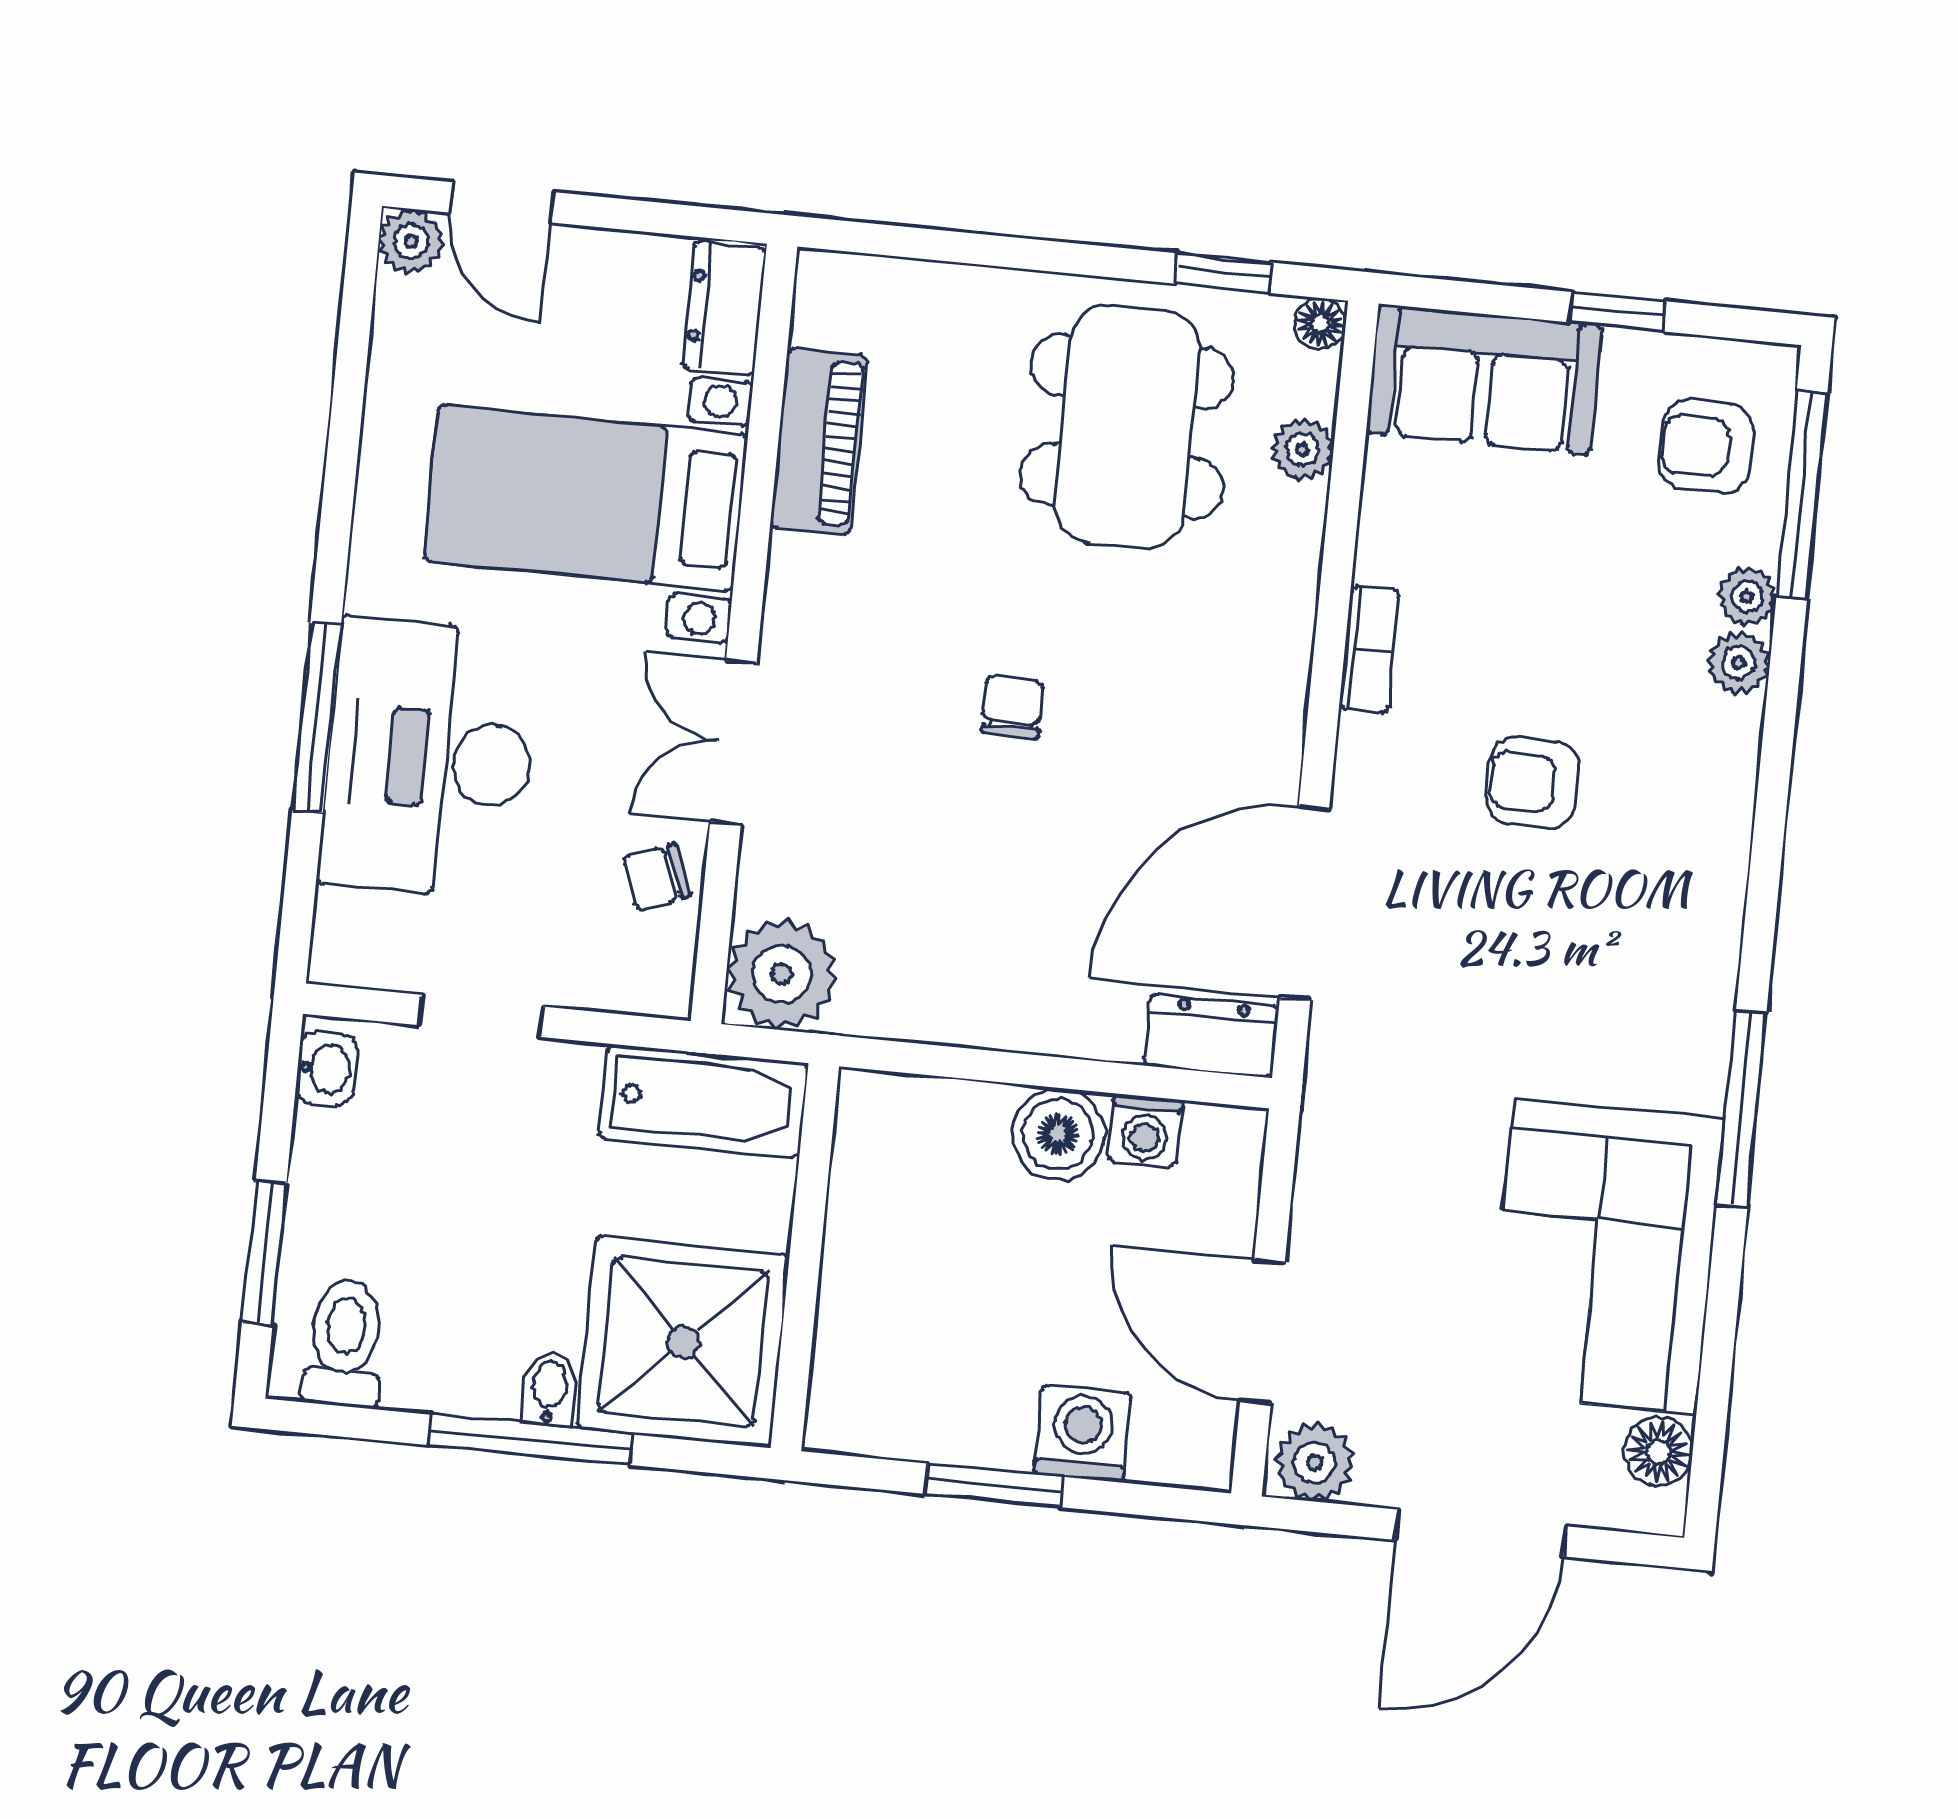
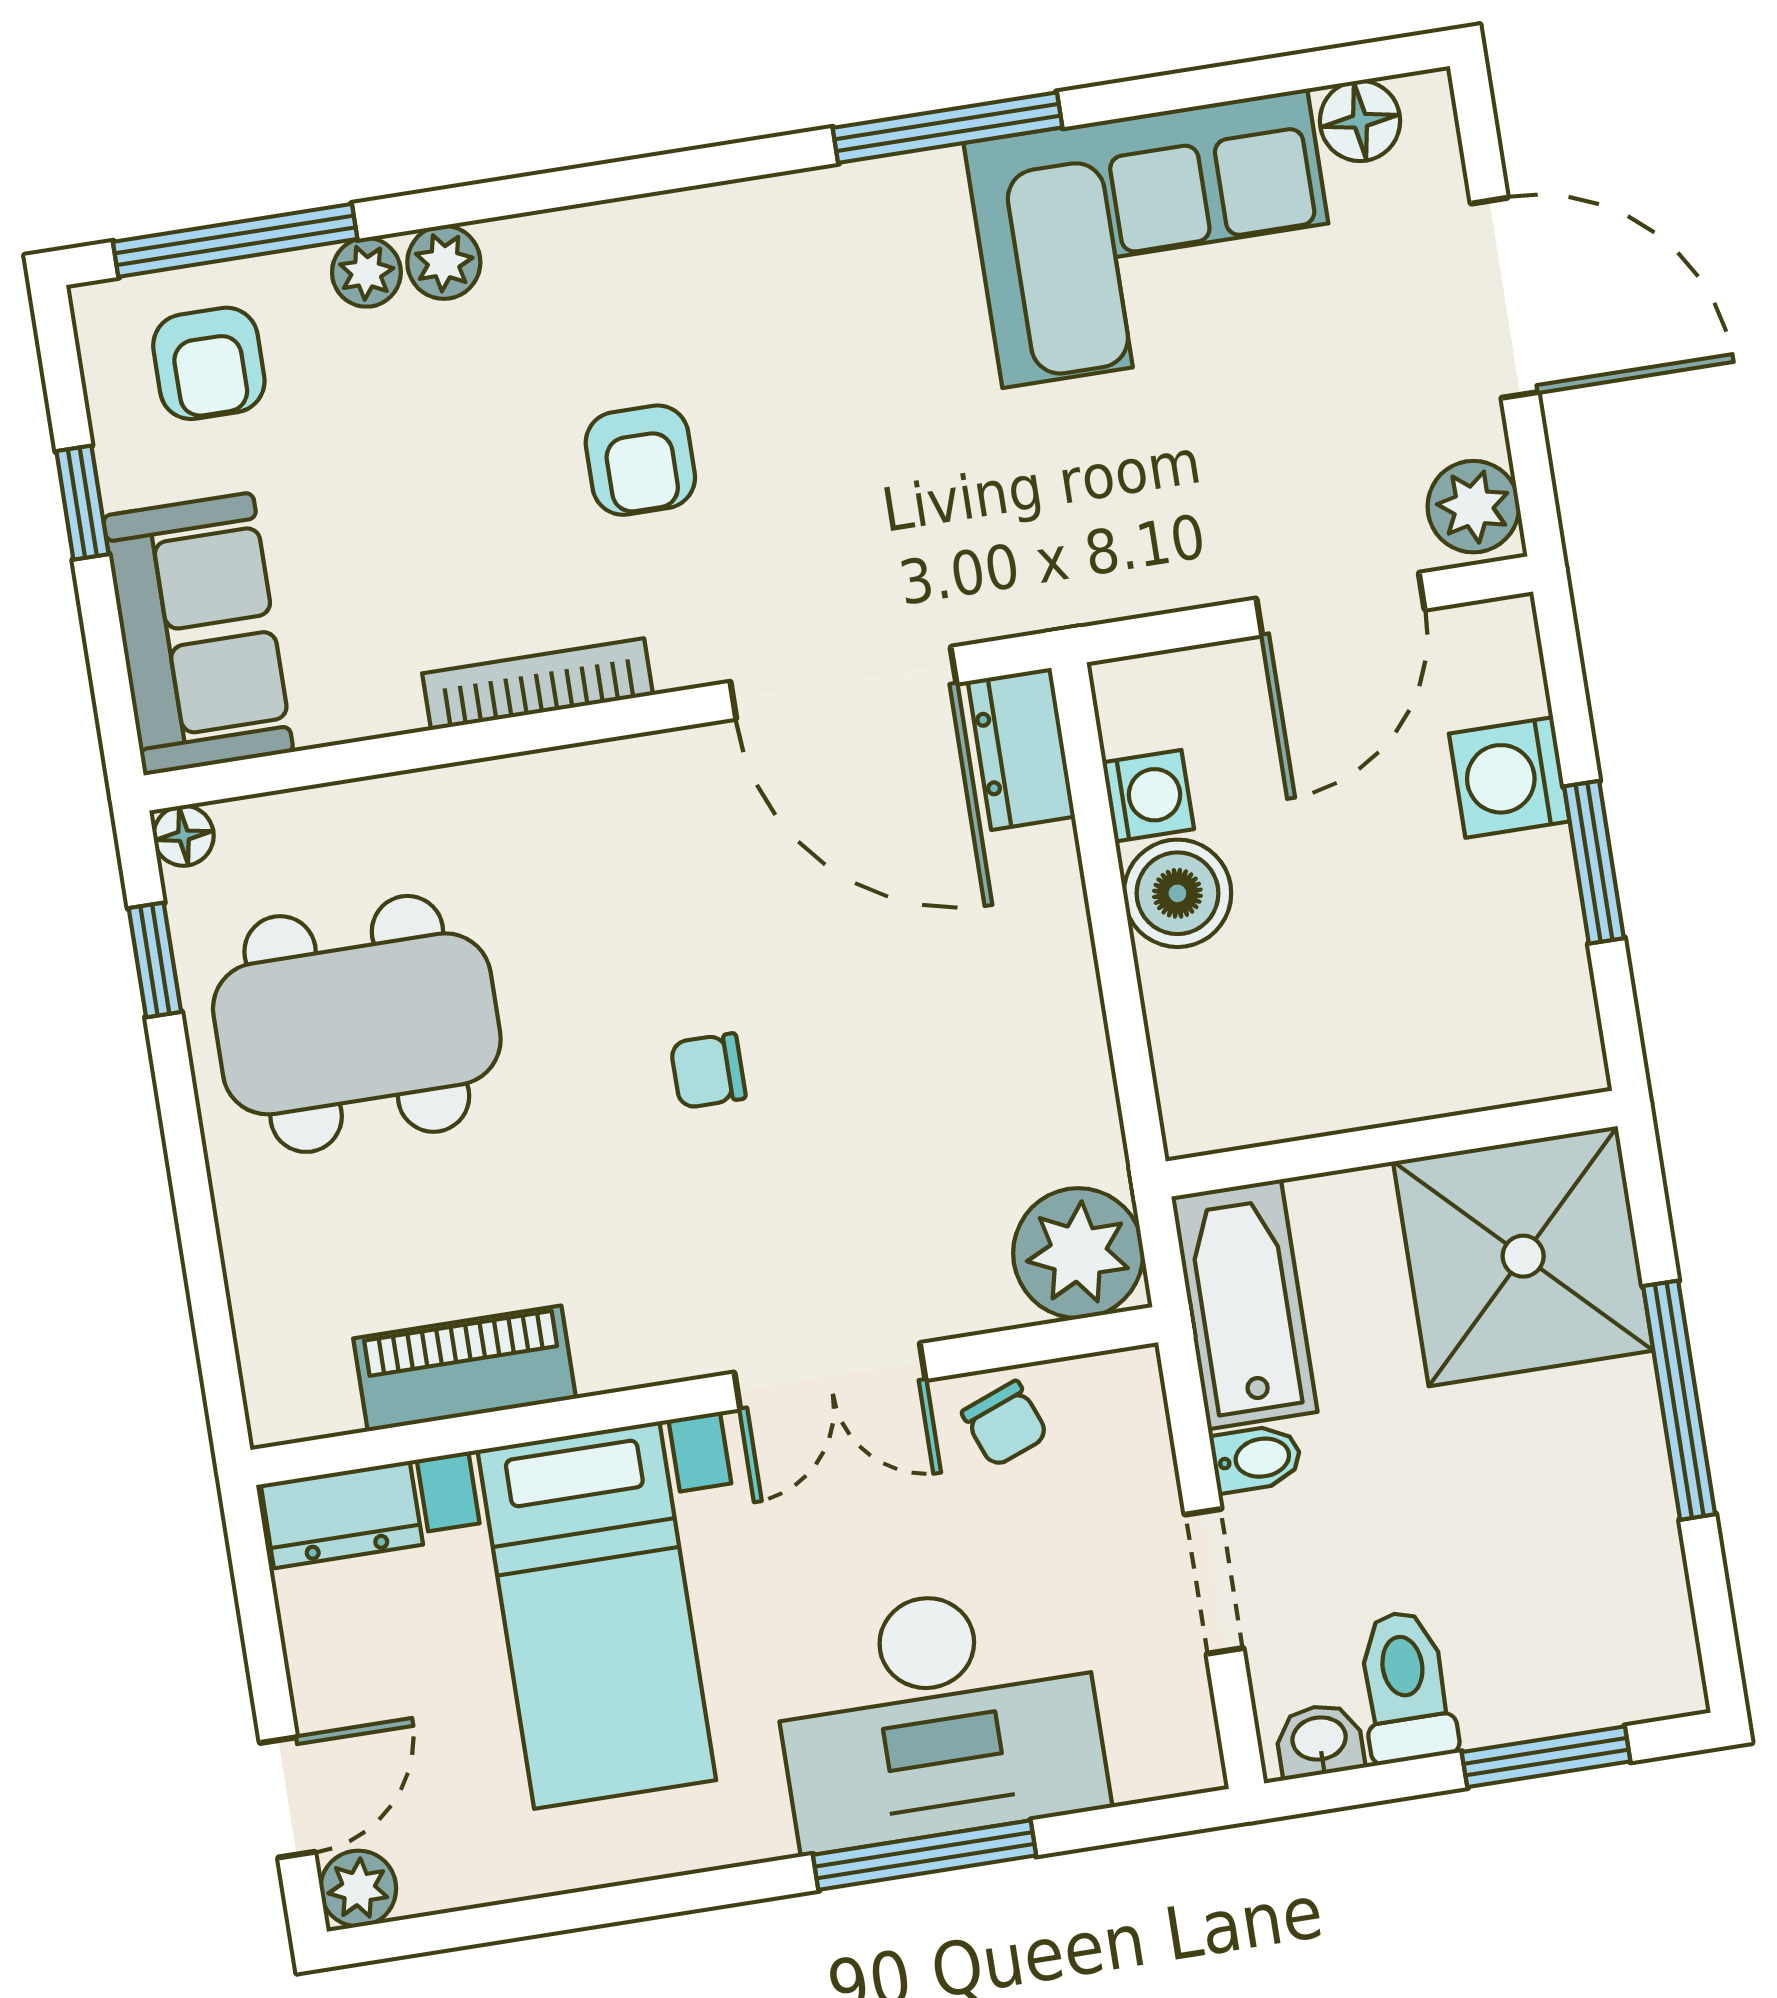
plant: (1303, 449) -> (331, 819), removed
bookcase: (1369, 649) -> (538, 684), width x1.56
toilet: (344, 1343) -> (1406, 1686), moved, turned 90
bidet: (550, 1389) -> (1256, 1459), moved, turned 180

